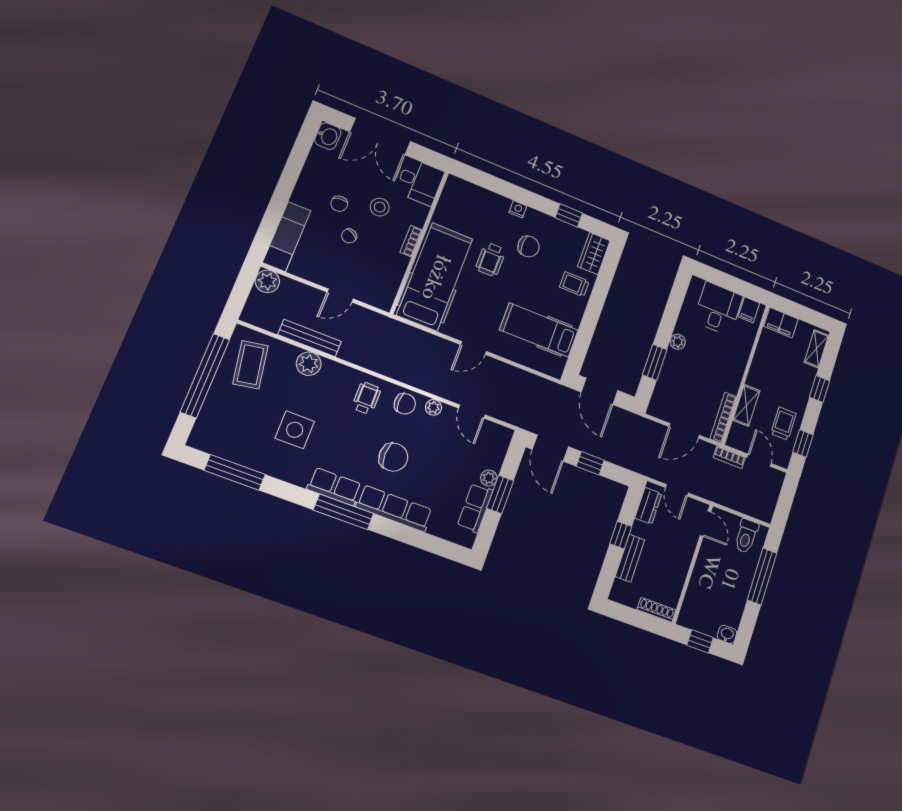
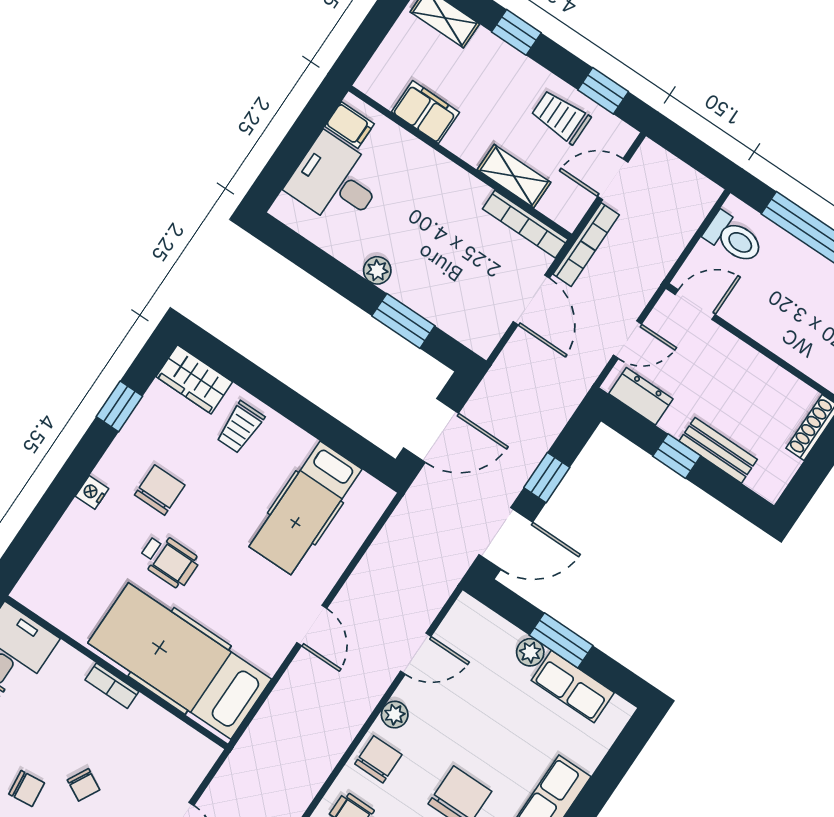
stool: (380, 207) -> (45, 724), removed
filing cabinet: (781, 323) -> (426, 112), moved, turned -90
bookcase: (729, 457) -> (586, 245), width x1.56

